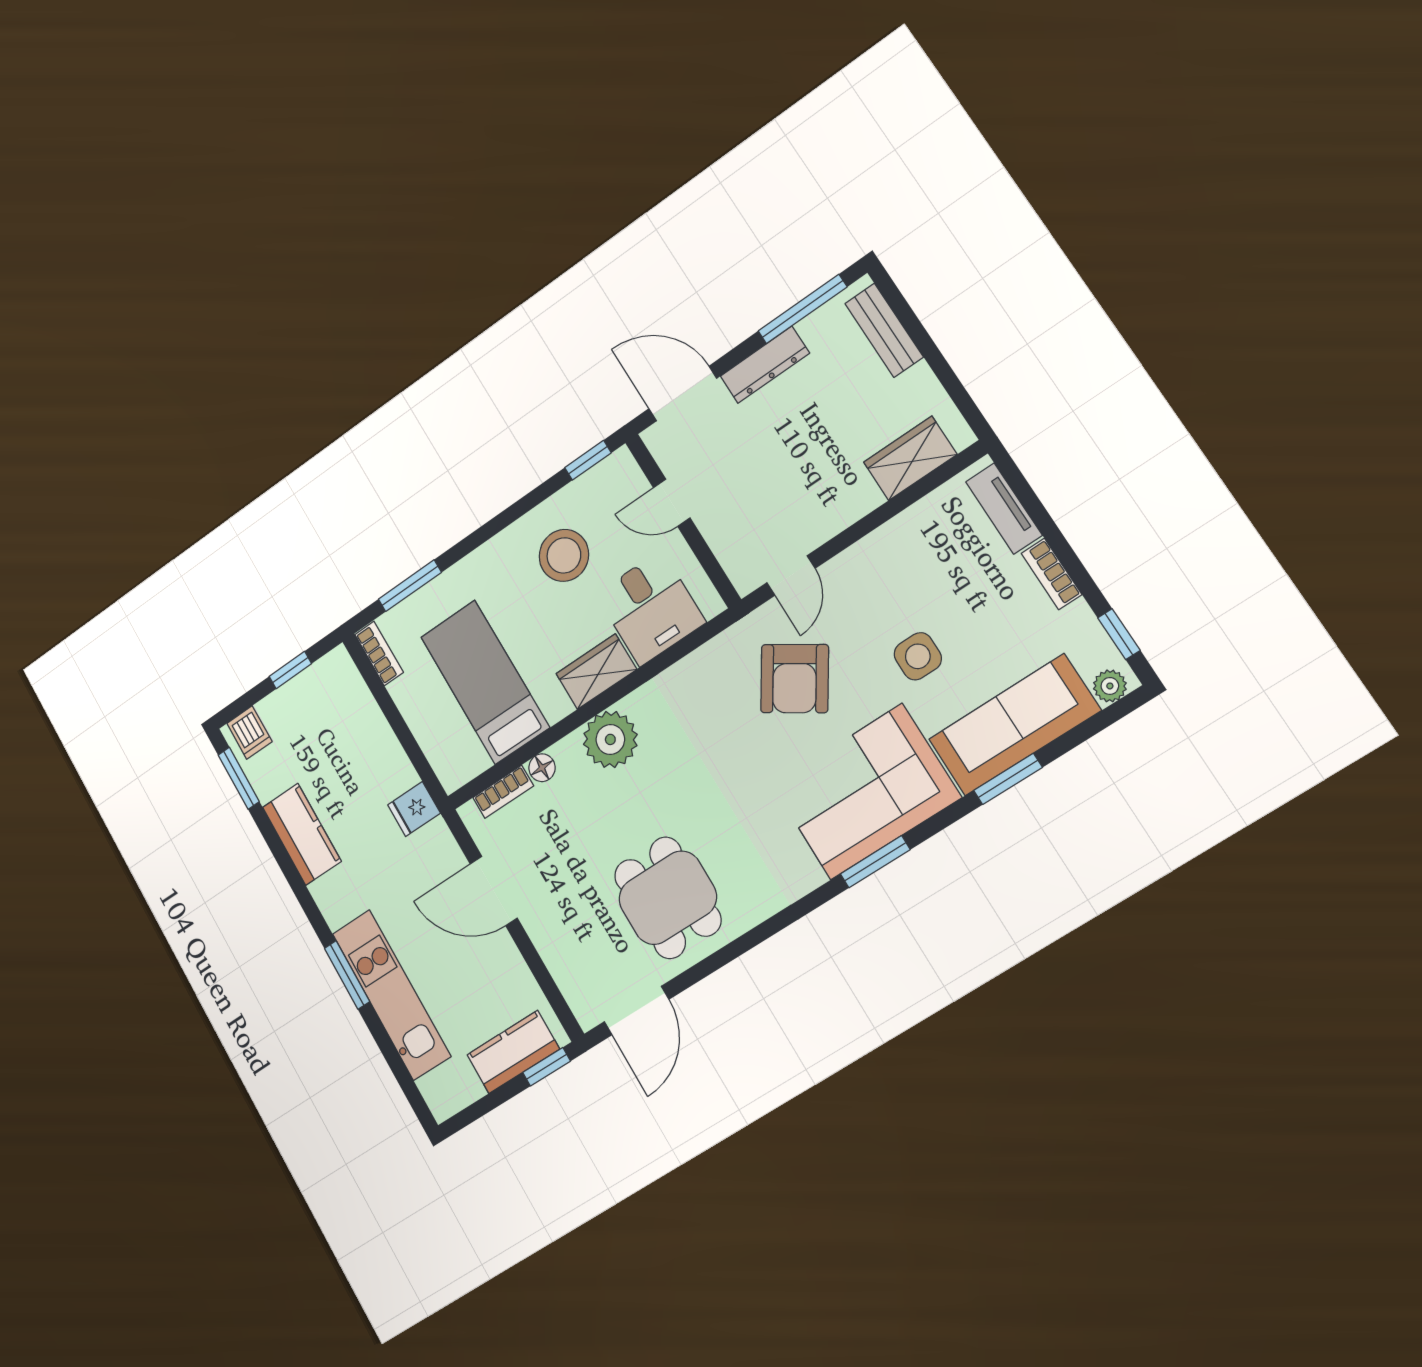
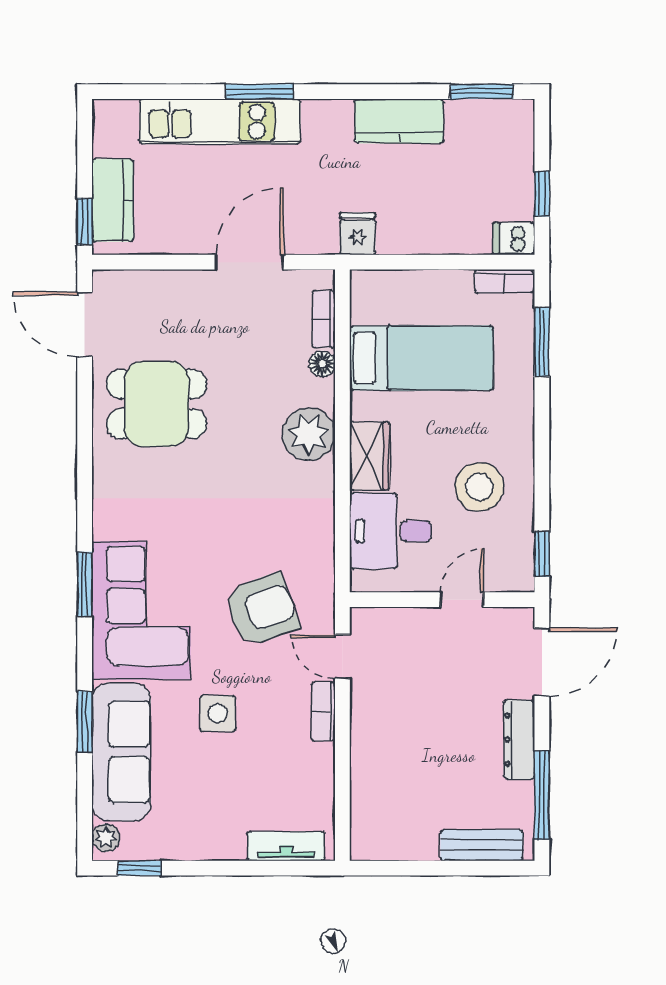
wardrobe: (910, 458) -> (371, 802), removed
bookcase: (1051, 574) -> (323, 711), moved, turned -90
armchair: (795, 679) -> (262, 610), turned 127
dishwasher: (249, 732) -> (514, 239), moved

